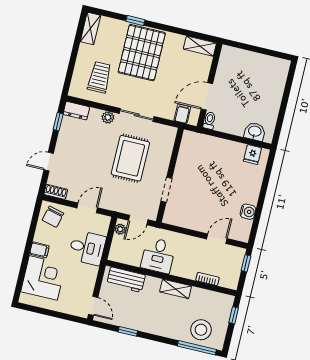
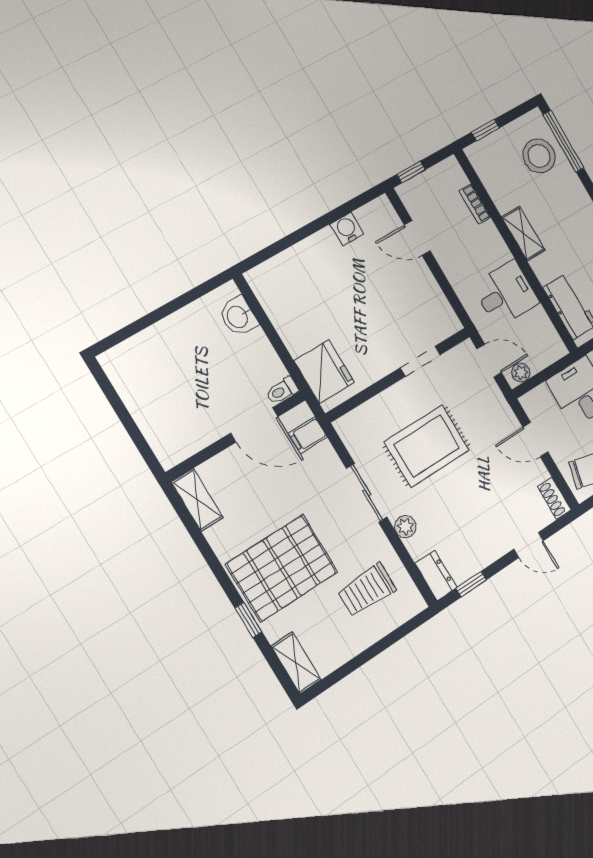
shelving: (90, 29) -> (296, 663), moved, turned 90
fridge: (252, 155) -> (324, 371), moved, width x1.88, depth x1.34

